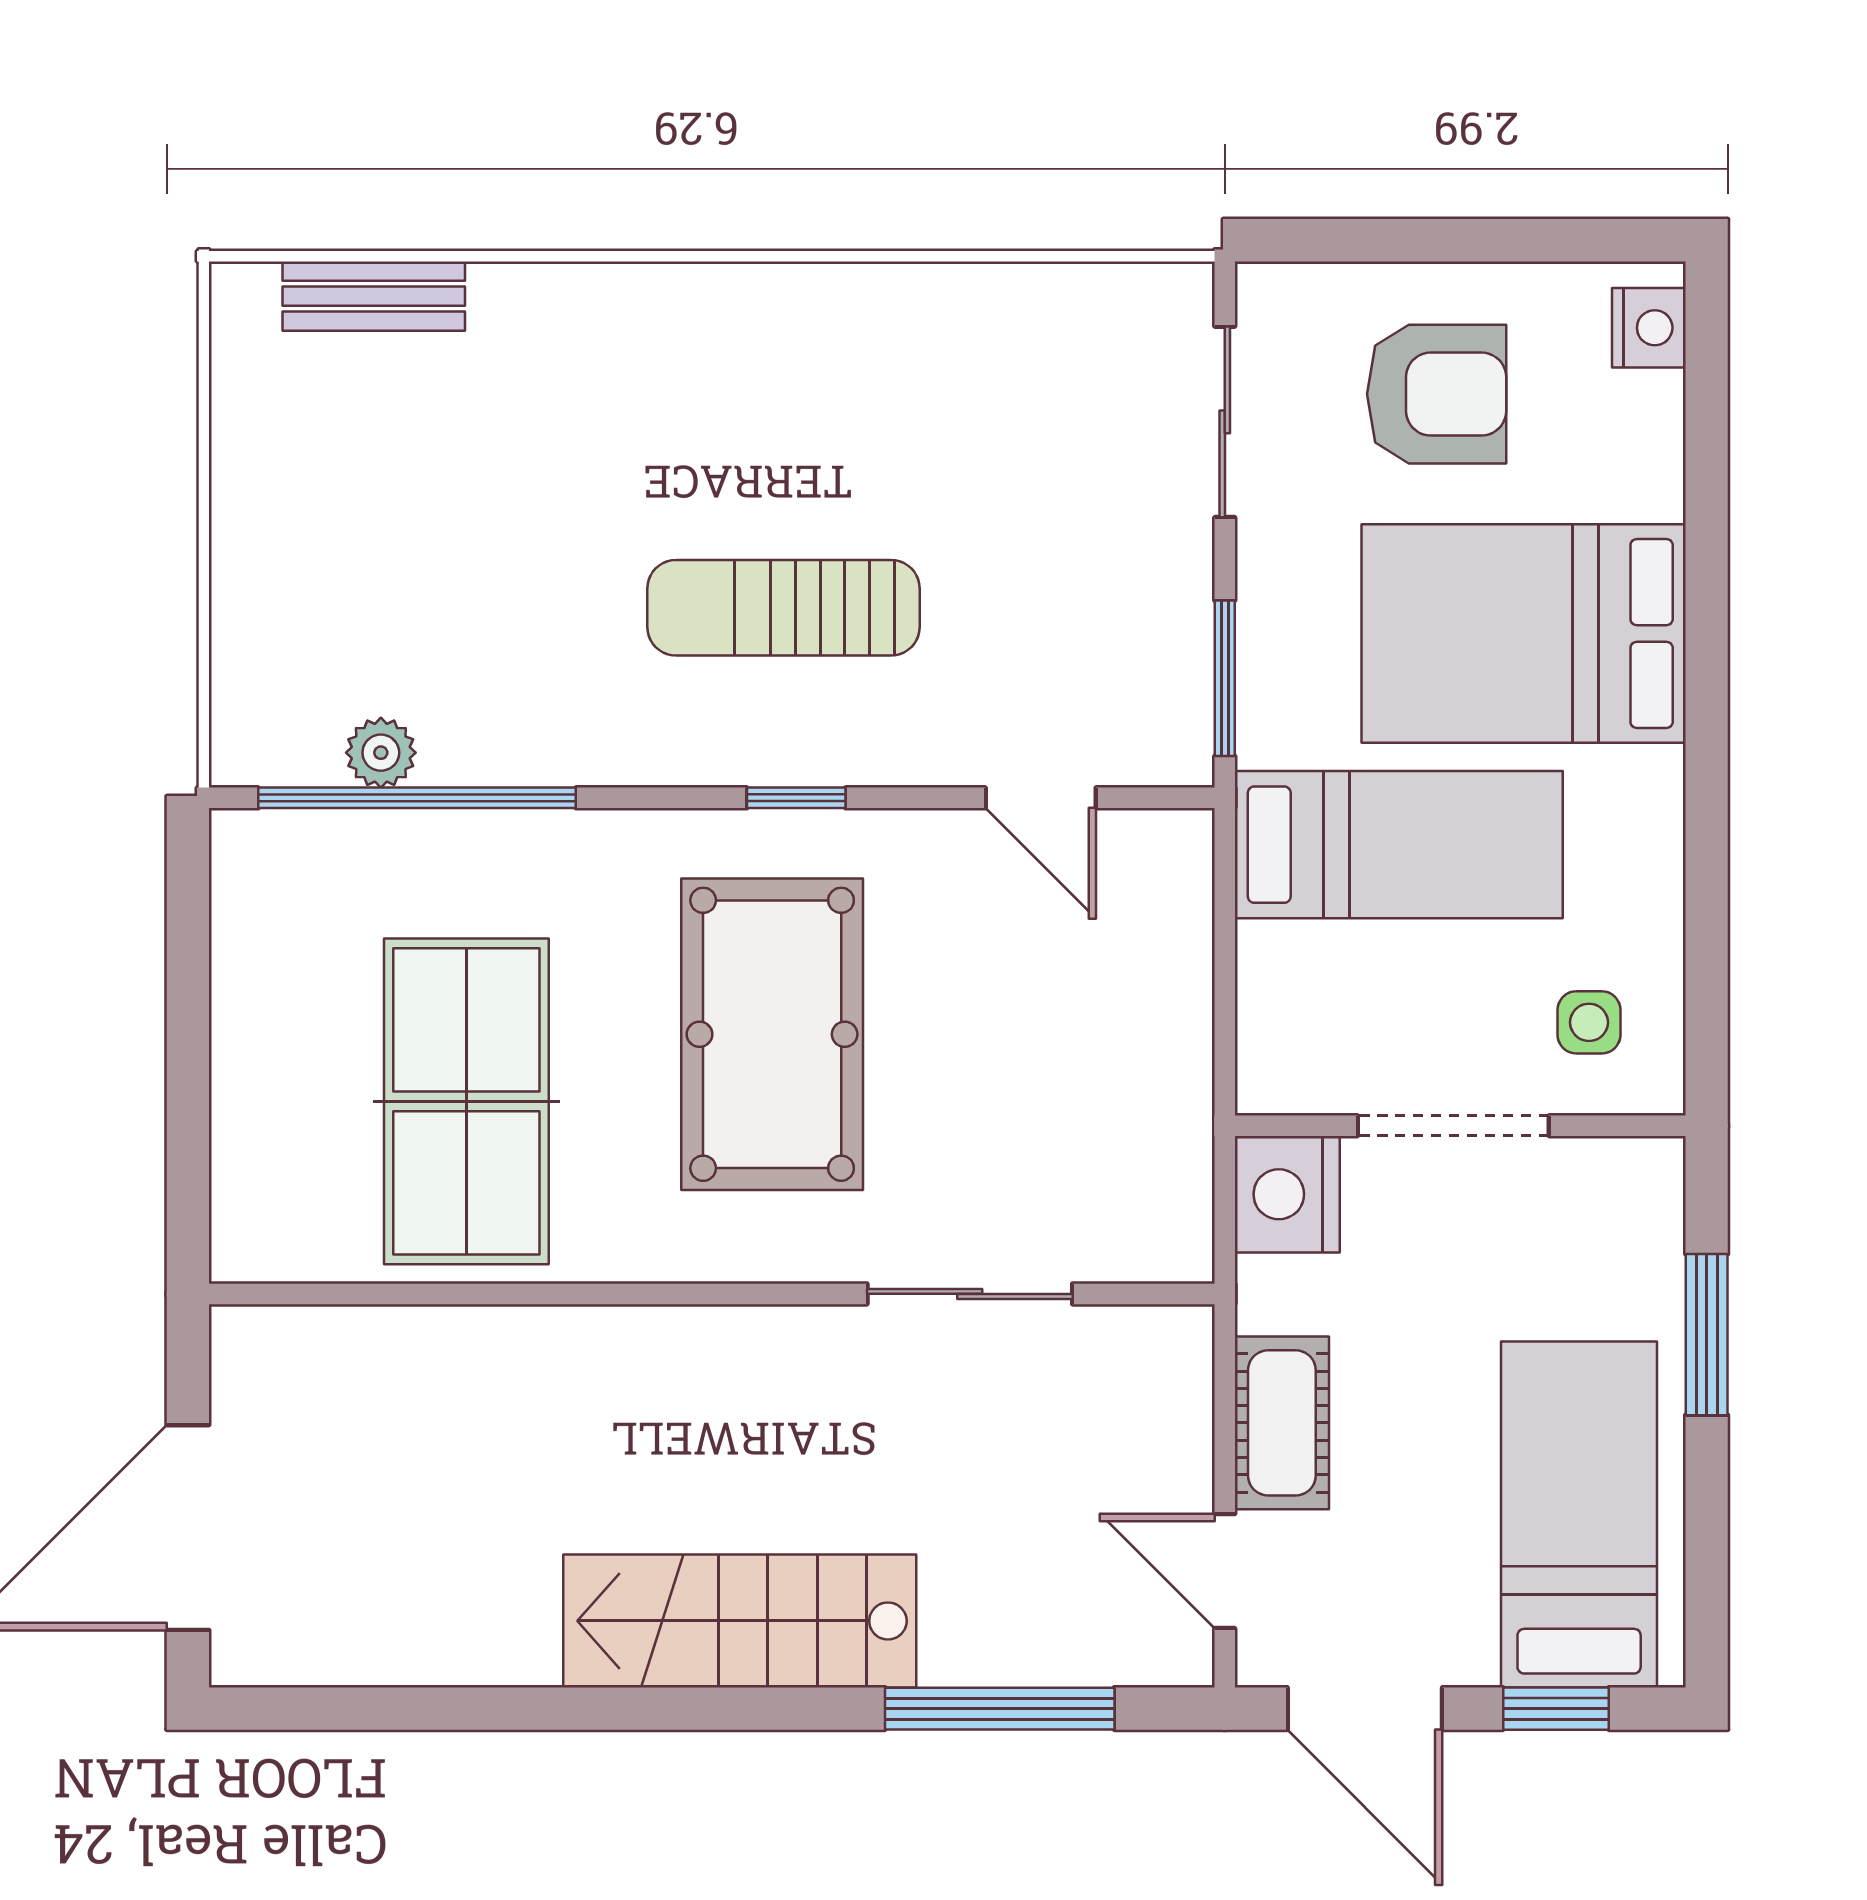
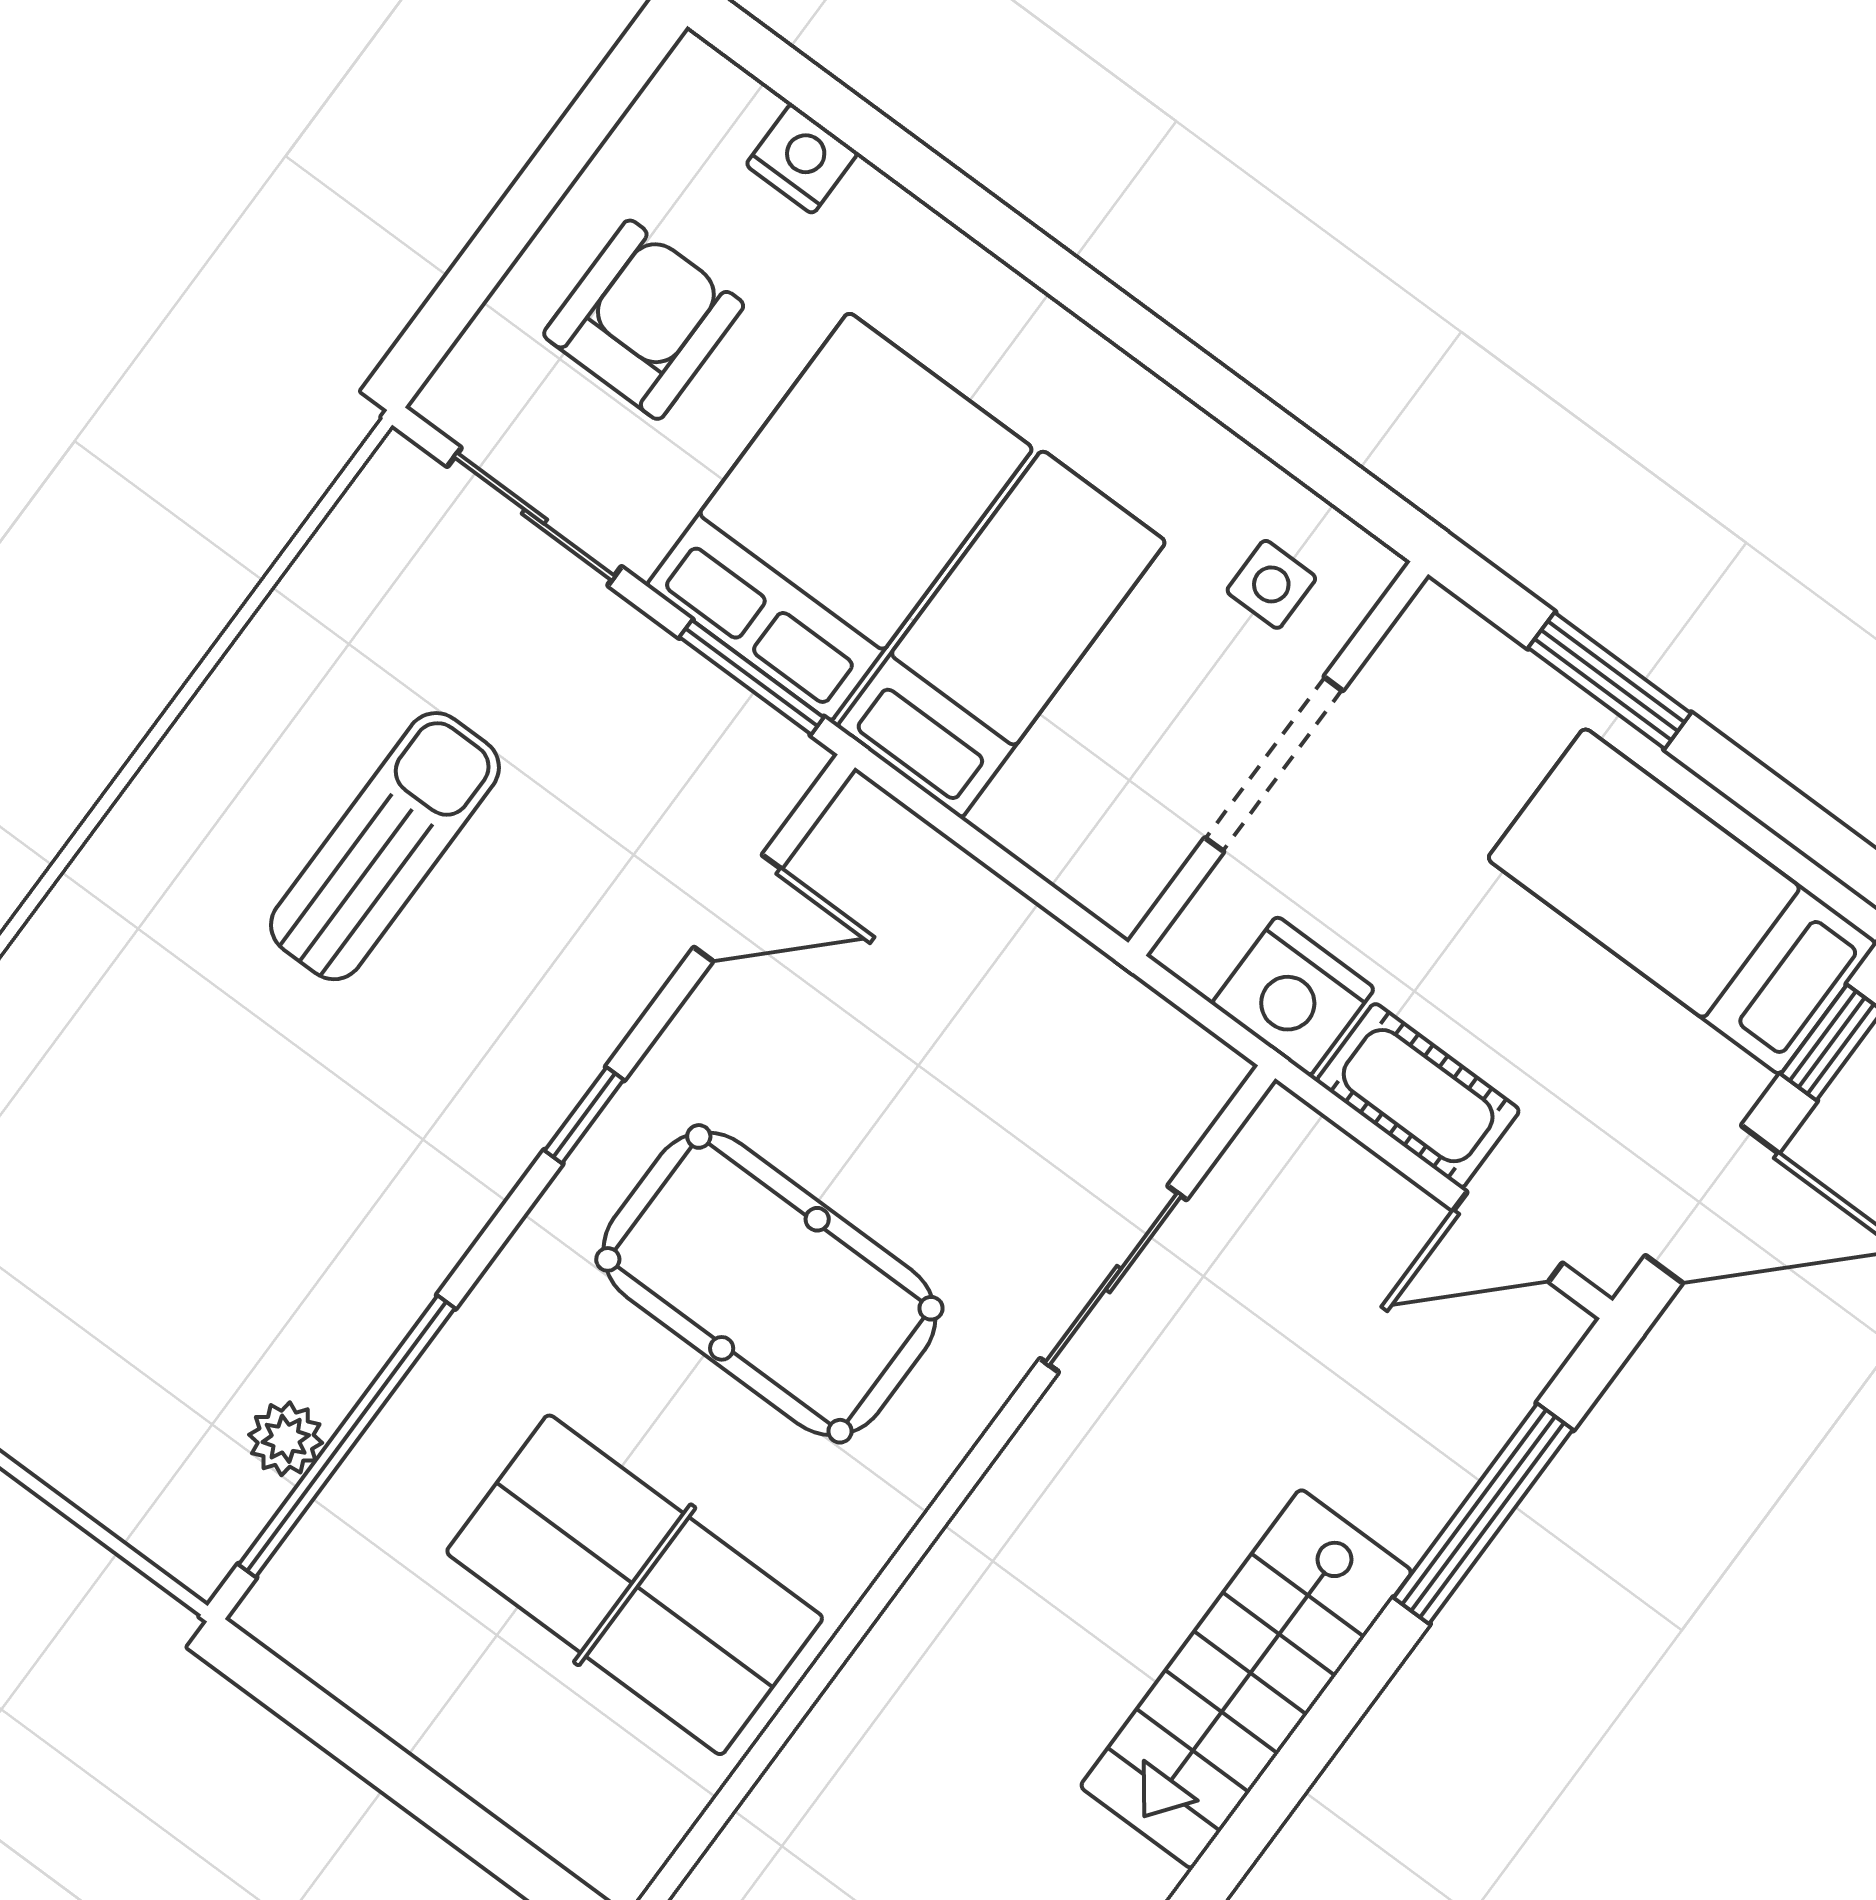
nightstand: (1649, 328) -> (802, 159), moved
sun lounger: (783, 608) -> (385, 846), moved, turned 180
bed: (1524, 634) -> (840, 517), moved, turned 180
nightstand: (1287, 1194) -> (1293, 996), moved

